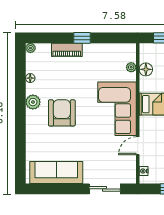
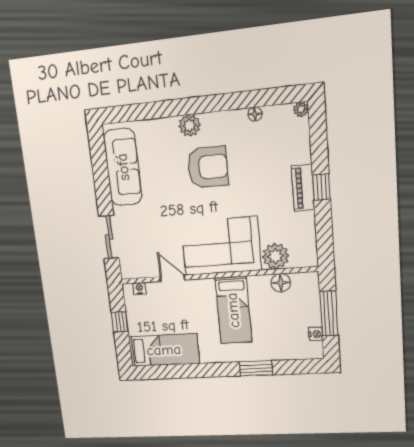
piano: (67, 50) -> (303, 188), moved
plant: (131, 67) -> (276, 256), width x1.88, depth x1.88
plant: (33, 102) -> (189, 125), moved

